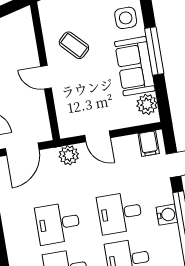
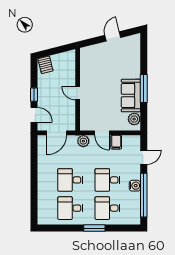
side table: (126, 18) -> (130, 66), removed
coffee table: (74, 45) -> (97, 77), removed
filing cabinet: (149, 143) -> (116, 142), moved

